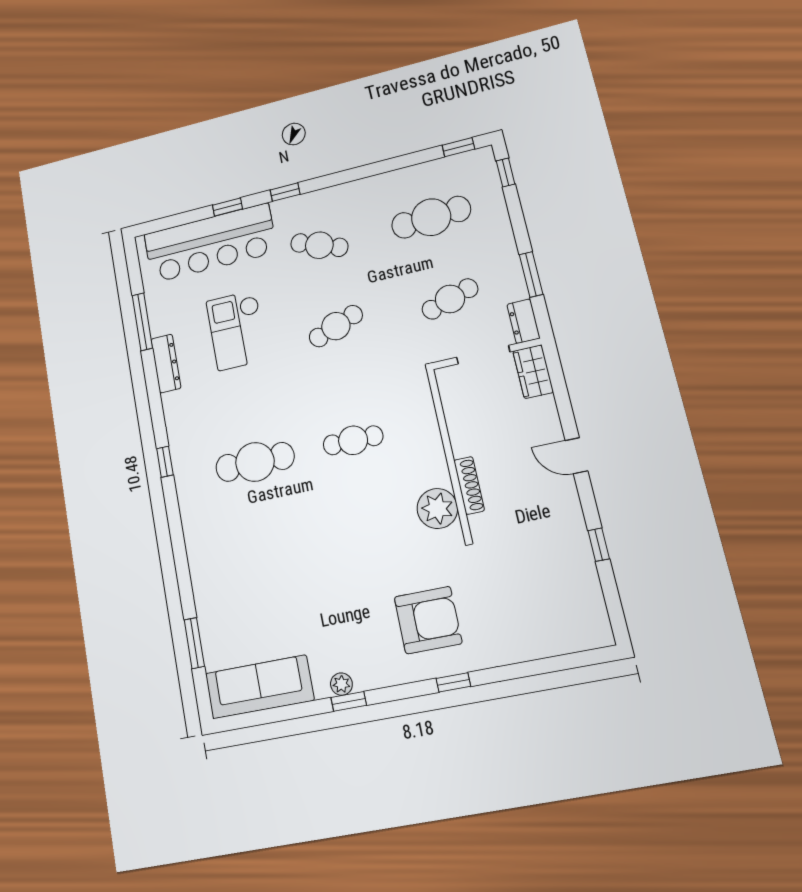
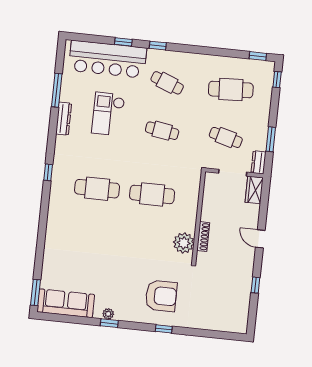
cafe table: (450, 299) -> (226, 137), turned 33
cafe table: (336, 326) -> (162, 131), turned 30
cafe table: (353, 440) -> (152, 194), width x1.37, depth x1.35
window: (194, 643) -> (36, 292), moved

